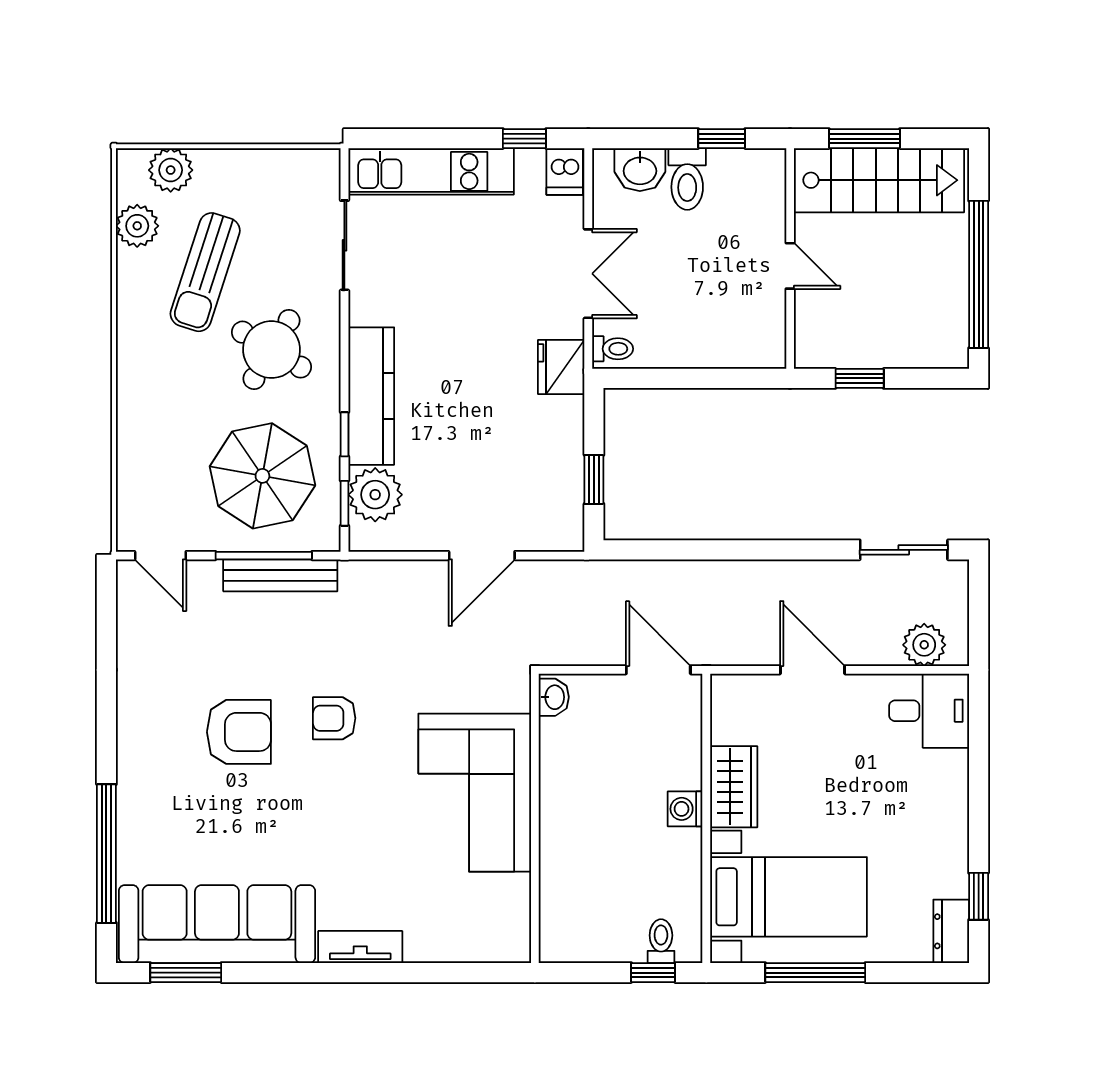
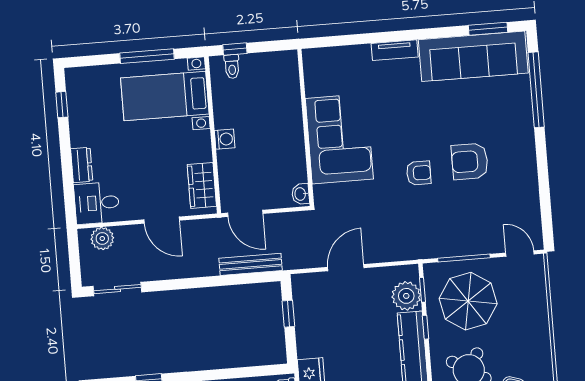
bench: (280, 575) -> (251, 264), moved
wardrobe: (734, 787) -> (202, 185), moved
dresser: (951, 931) -> (82, 165), moved

